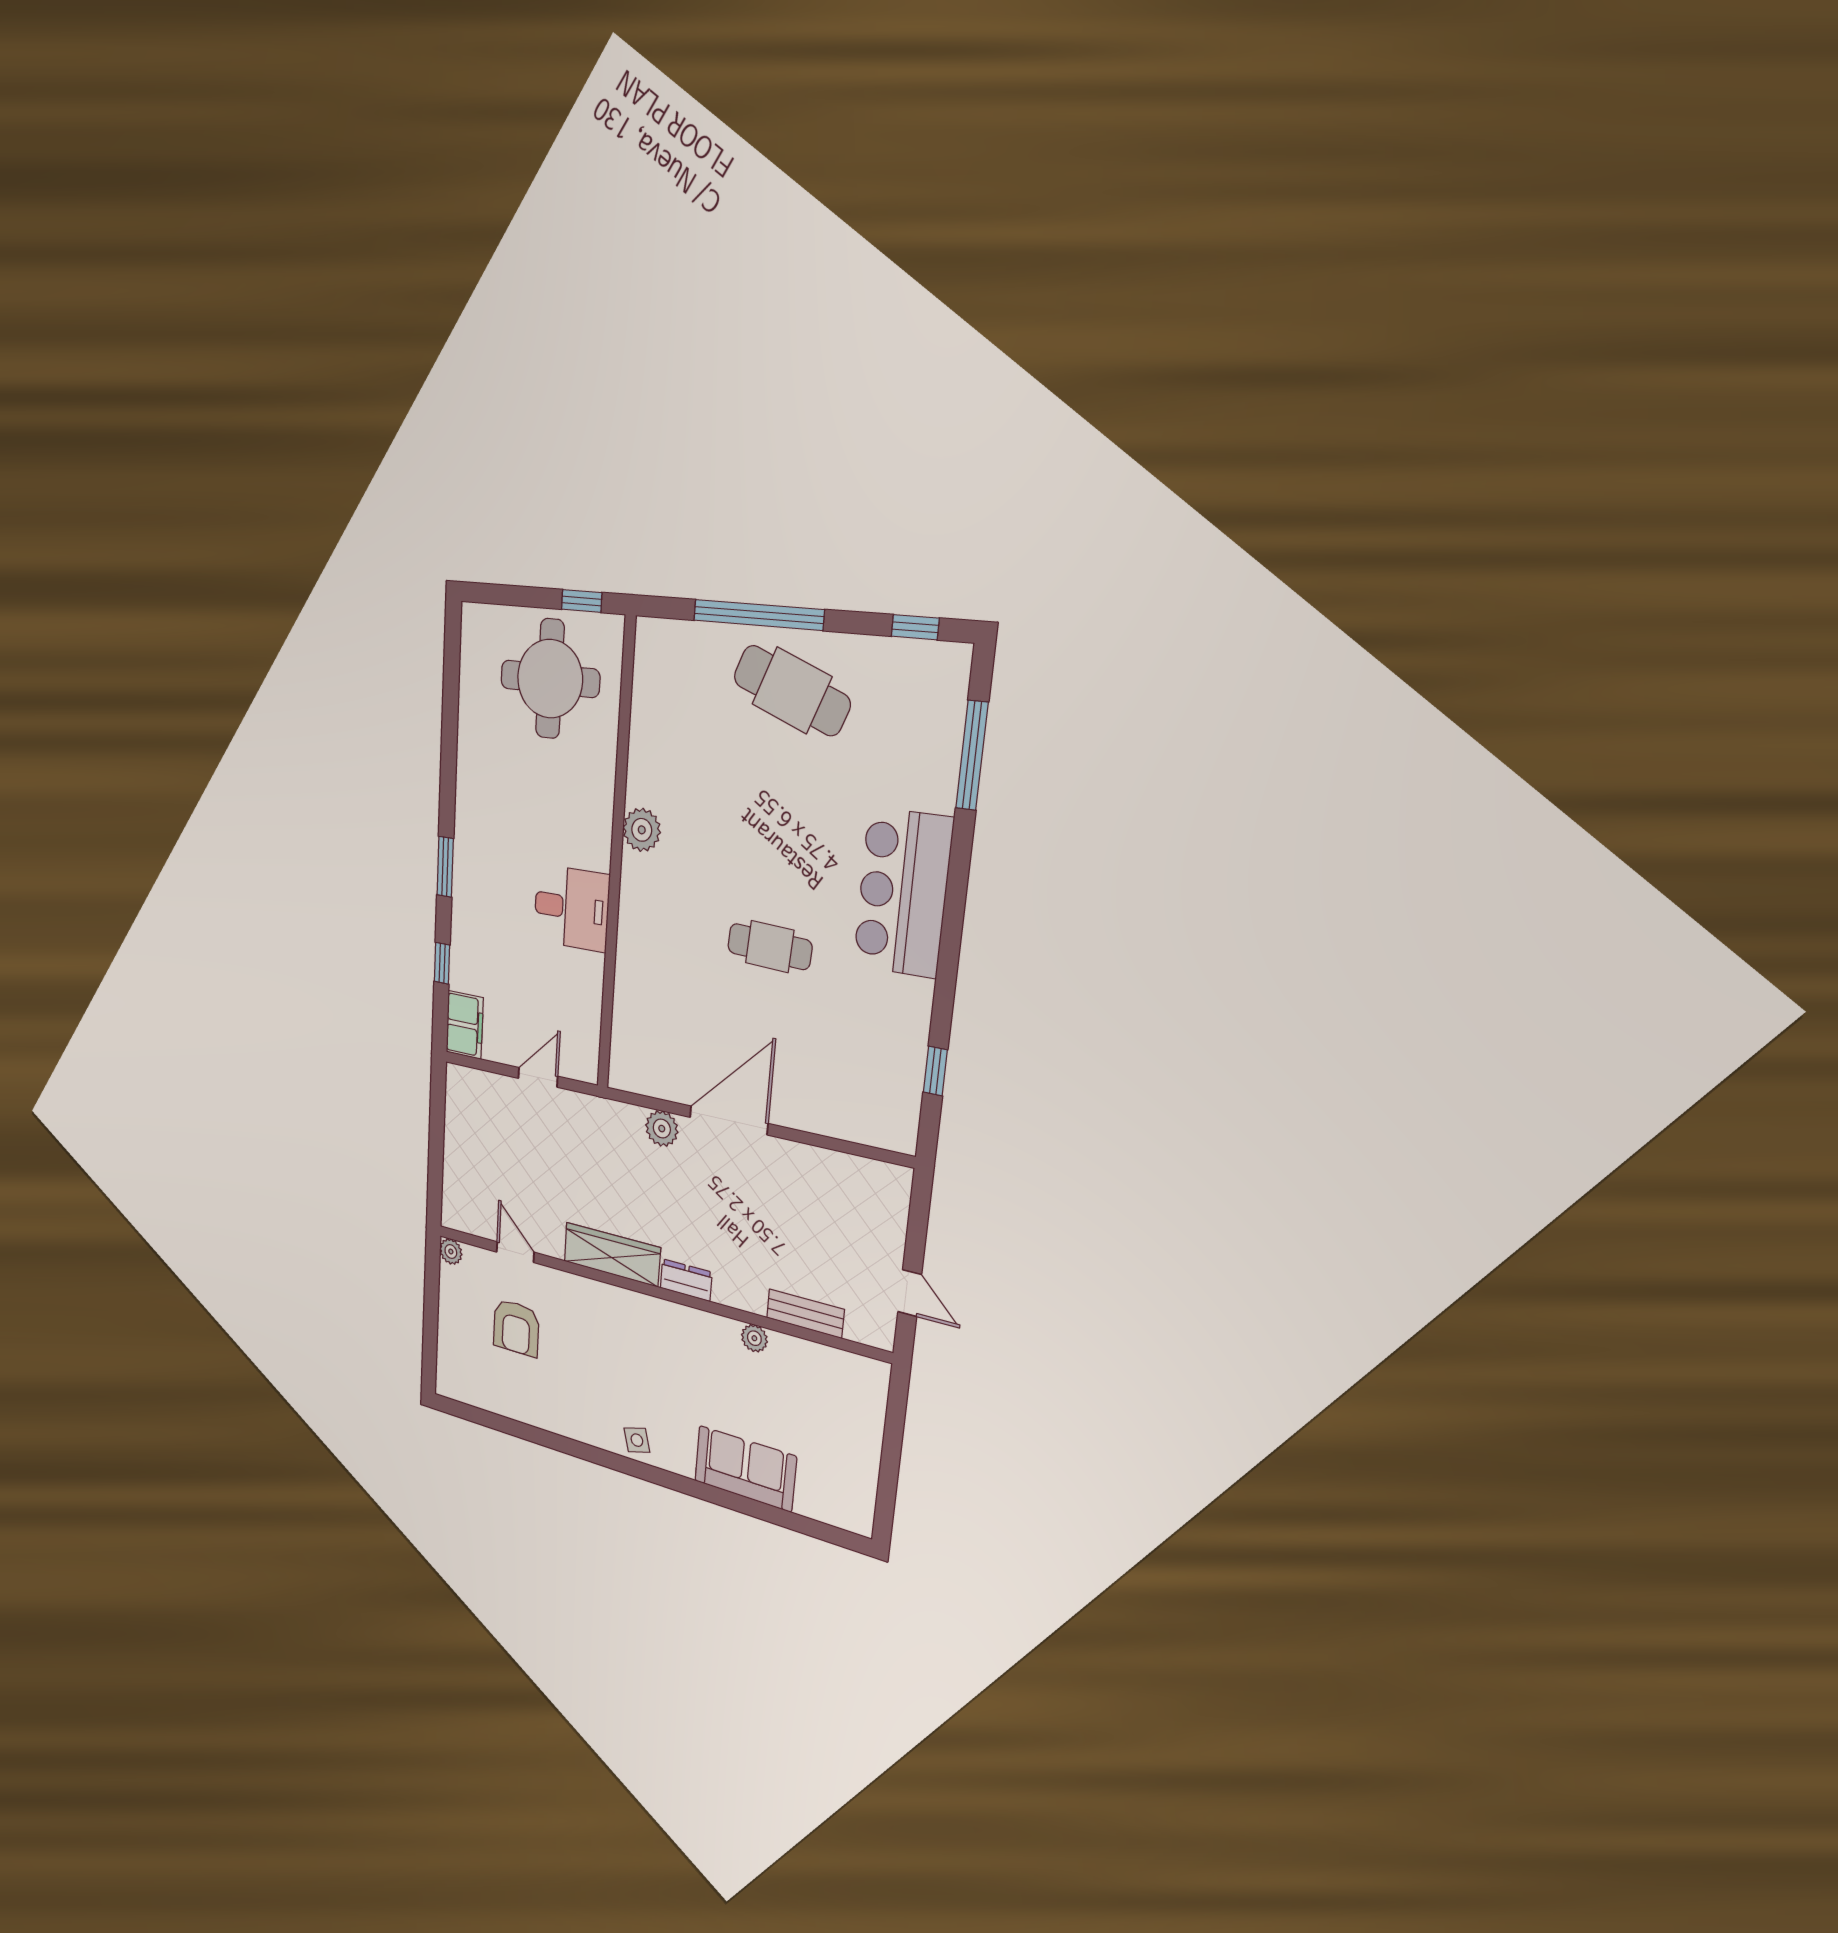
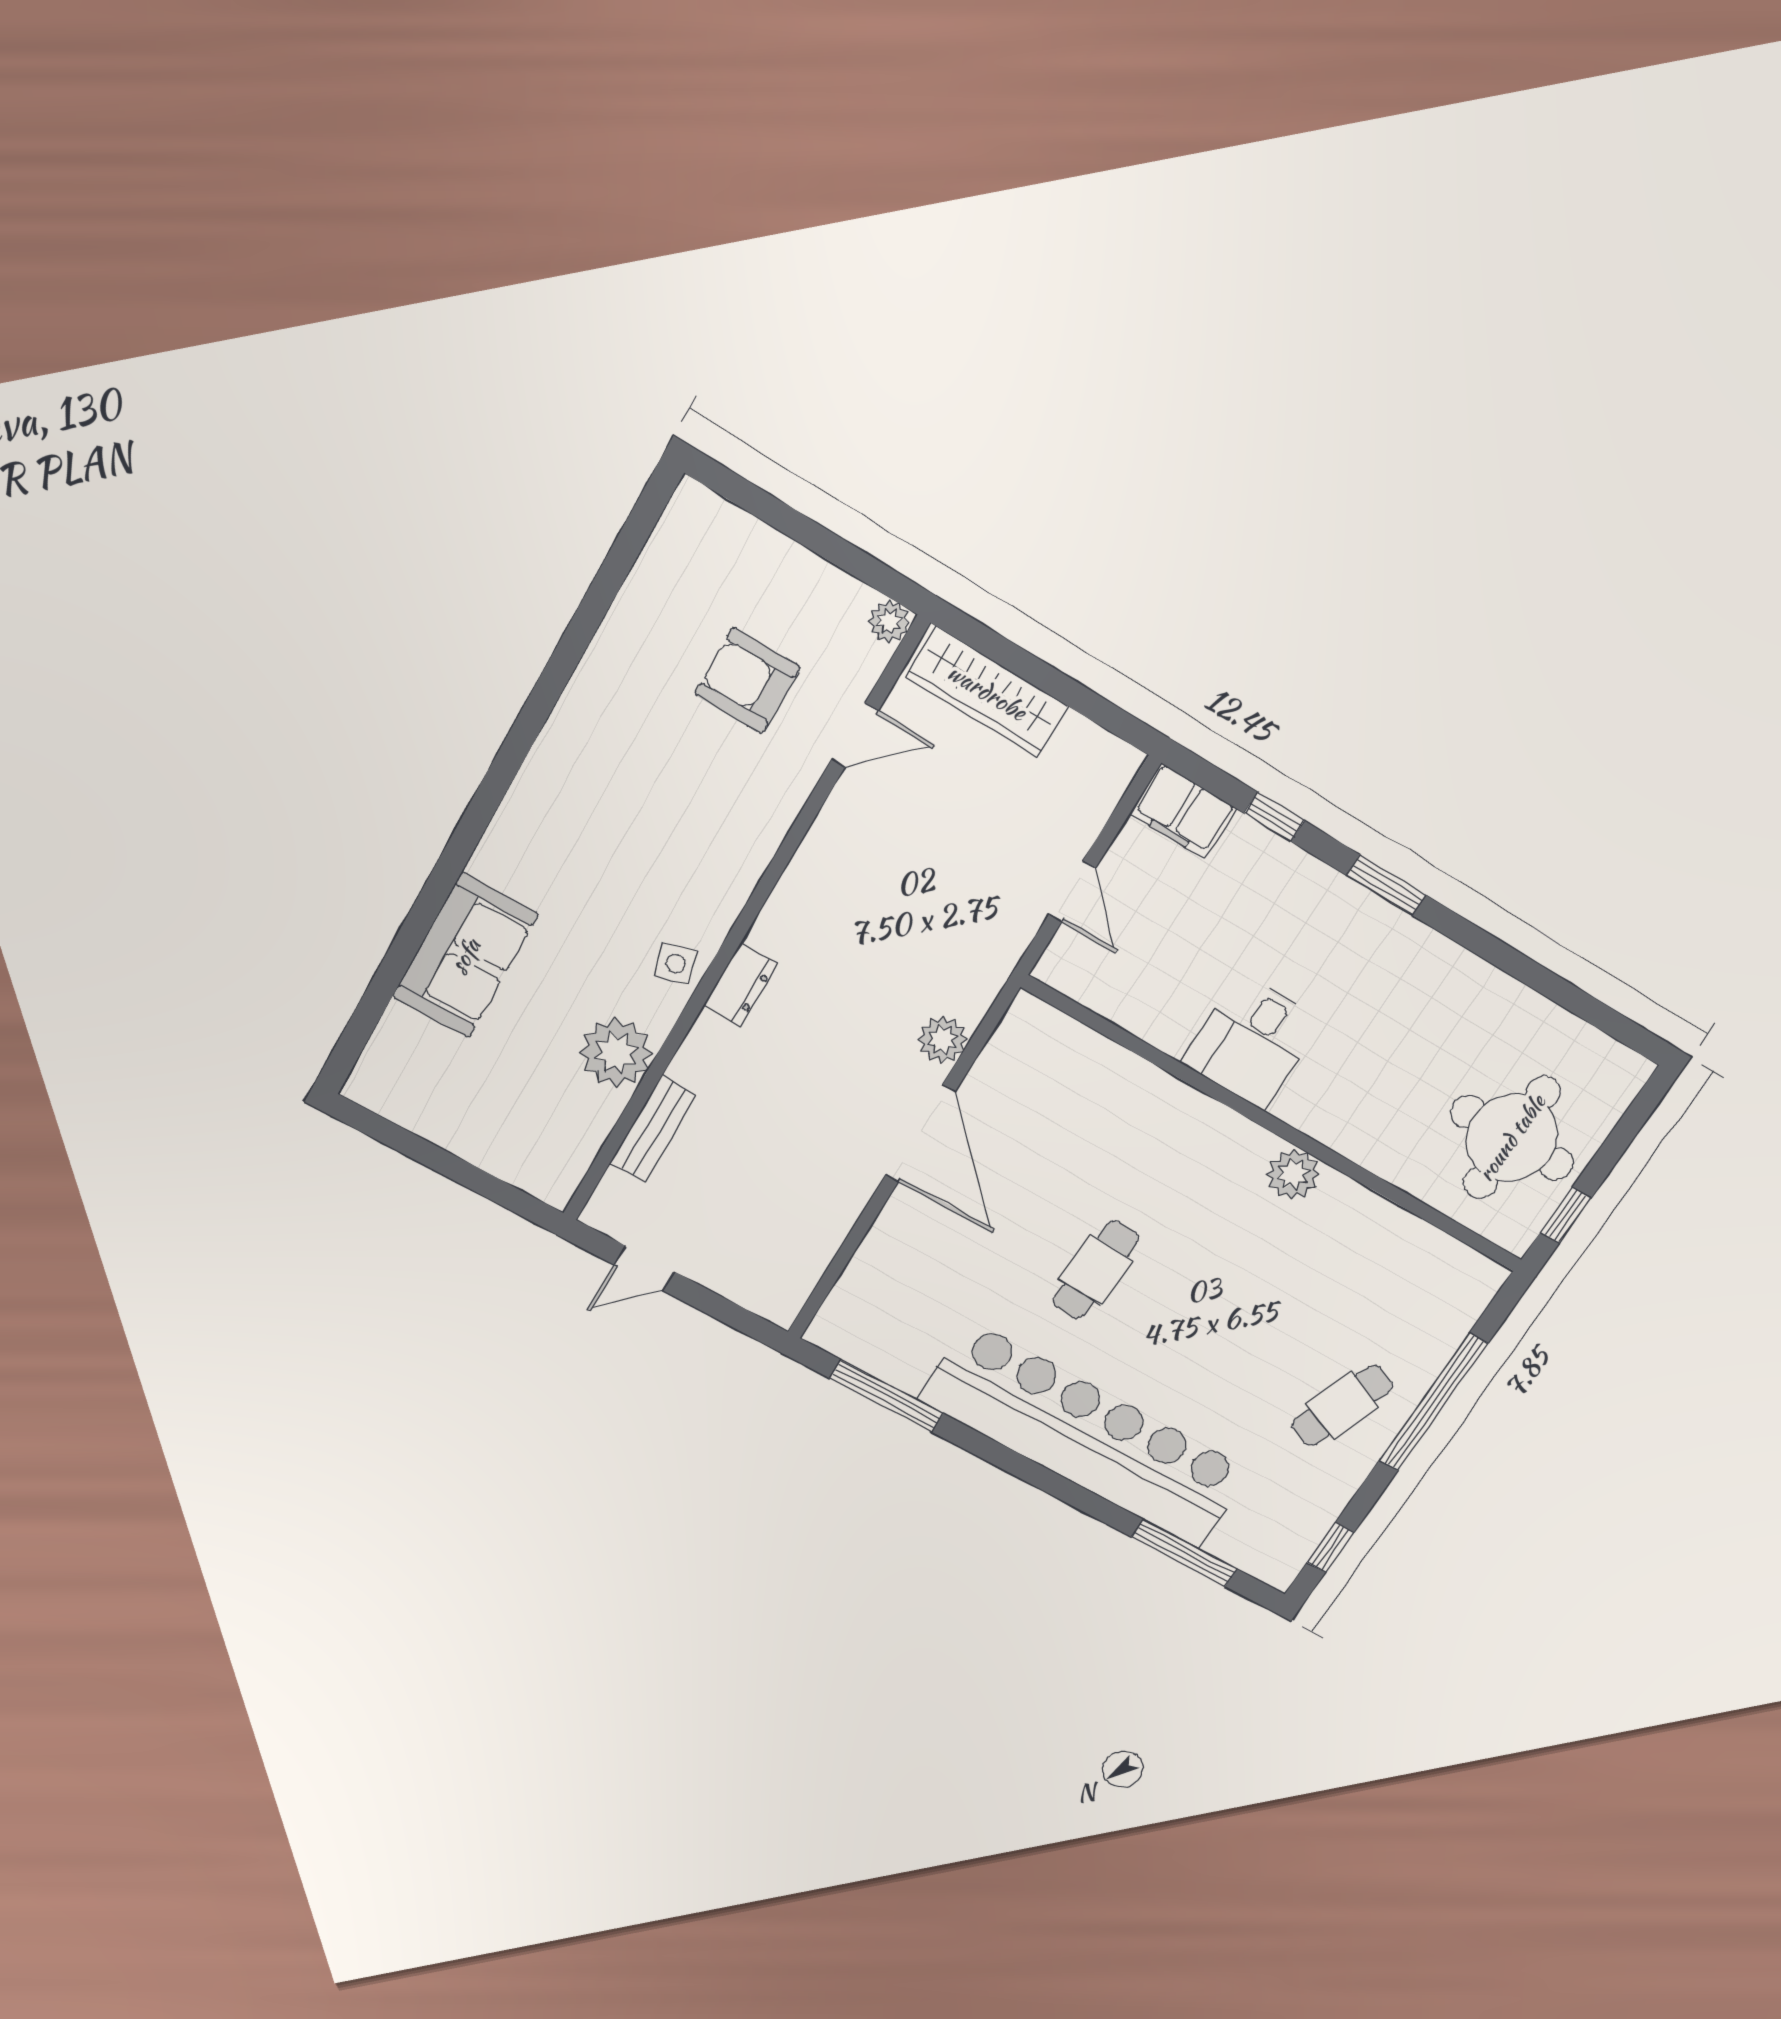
cafe table: (792, 690) -> (1342, 1405), width x0.73, depth x0.74
bar counter: (903, 893) -> (1086, 1436), width x1.86
window: (935, 1071) -> (887, 1396), width x2.17
wardrobe: (612, 1254) -> (987, 692), moved, turned 90
plant: (754, 1338) -> (616, 1053), width x1.88, depth x1.88
side table: (637, 1440) -> (676, 964), moved

